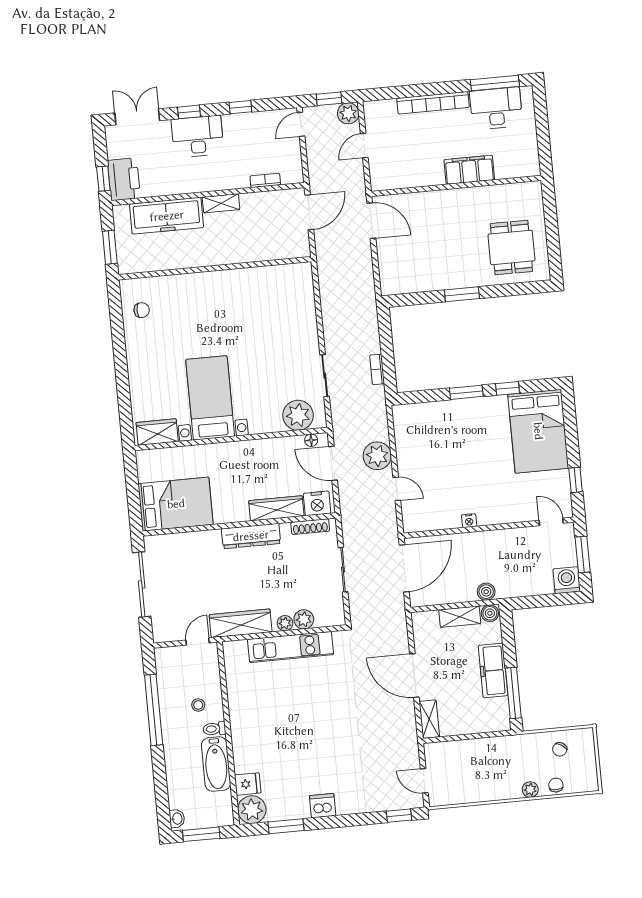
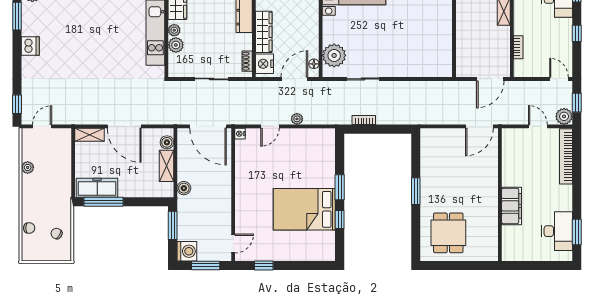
window: (495, 83) -> (577, 232), width x0.69
bookcase: (433, 103) -> (566, 156), moved
door: (309, 212) -> (490, 79), hinge flipped
dining table: (511, 247) -> (448, 233), turned 90
bed: (538, 431) -> (304, 209), moved
plant: (377, 456) -> (297, 119), width x0.53, depth x0.53
nightstand: (469, 521) -> (240, 134), moved
shoe rack: (310, 527) -> (247, 61), width x0.70
window: (535, 602) -> (173, 225), added
boiler: (490, 613) -> (167, 142), moved
freezer: (493, 670) -> (97, 188), moved
door: (414, 676) -> (124, 126), swing flipped
plant: (530, 789) -> (28, 167), moved

